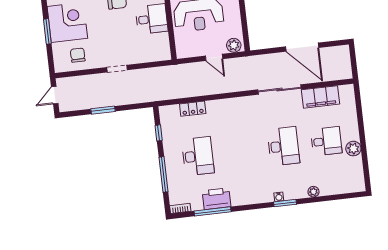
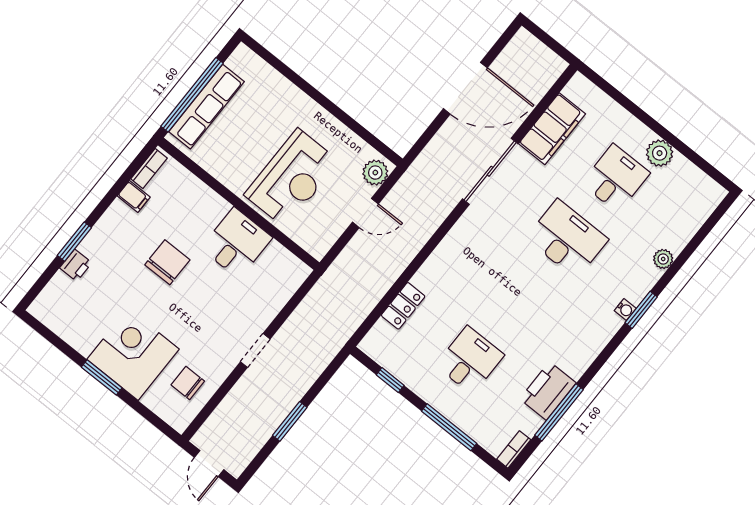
window: (47, 31) -> (102, 377), moved
desk: (198, 156) -> (470, 360), width x0.73

